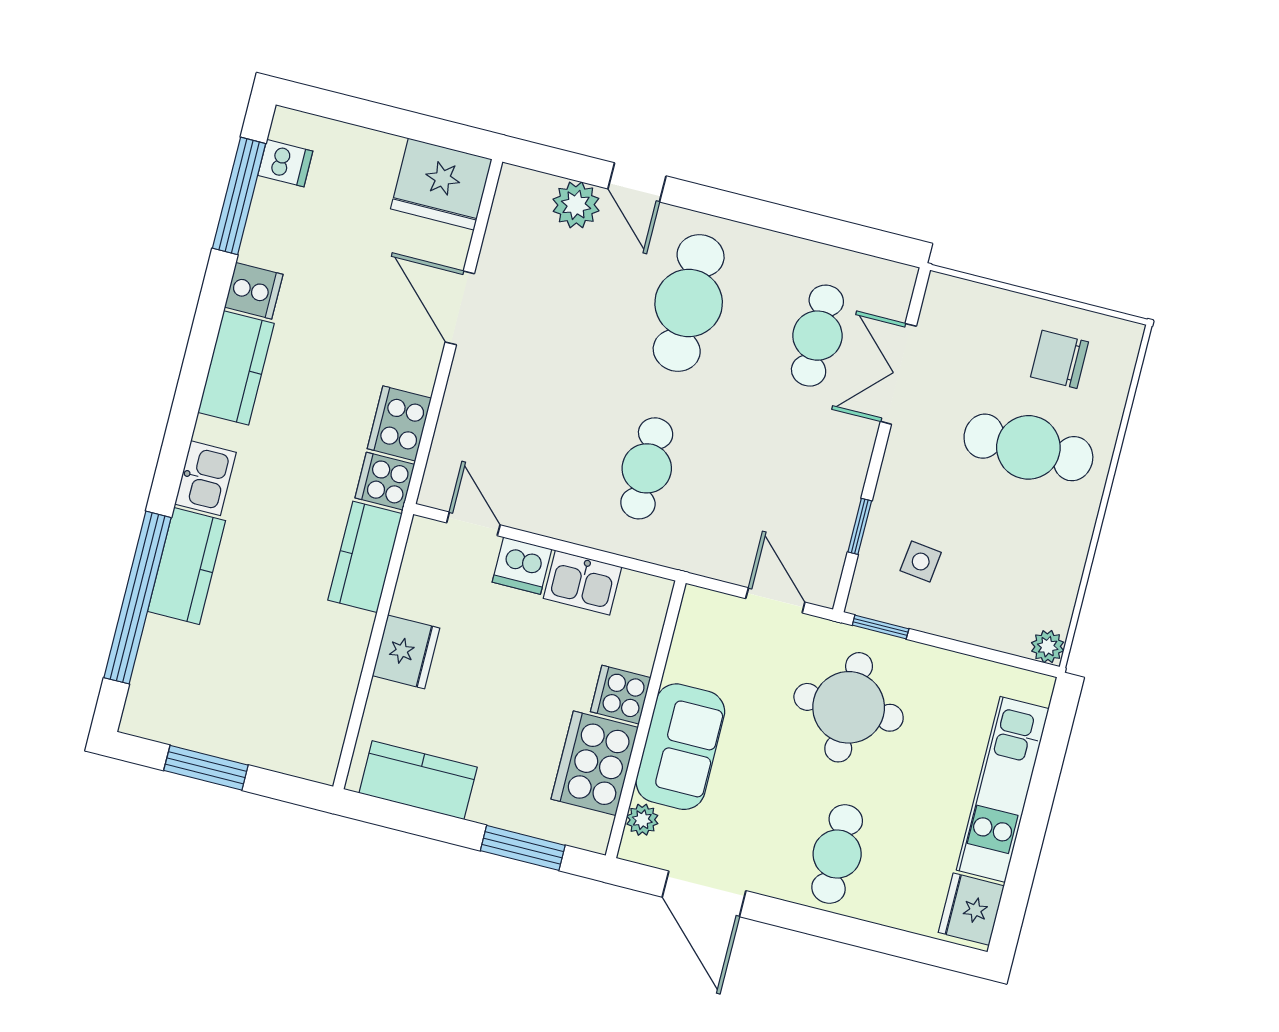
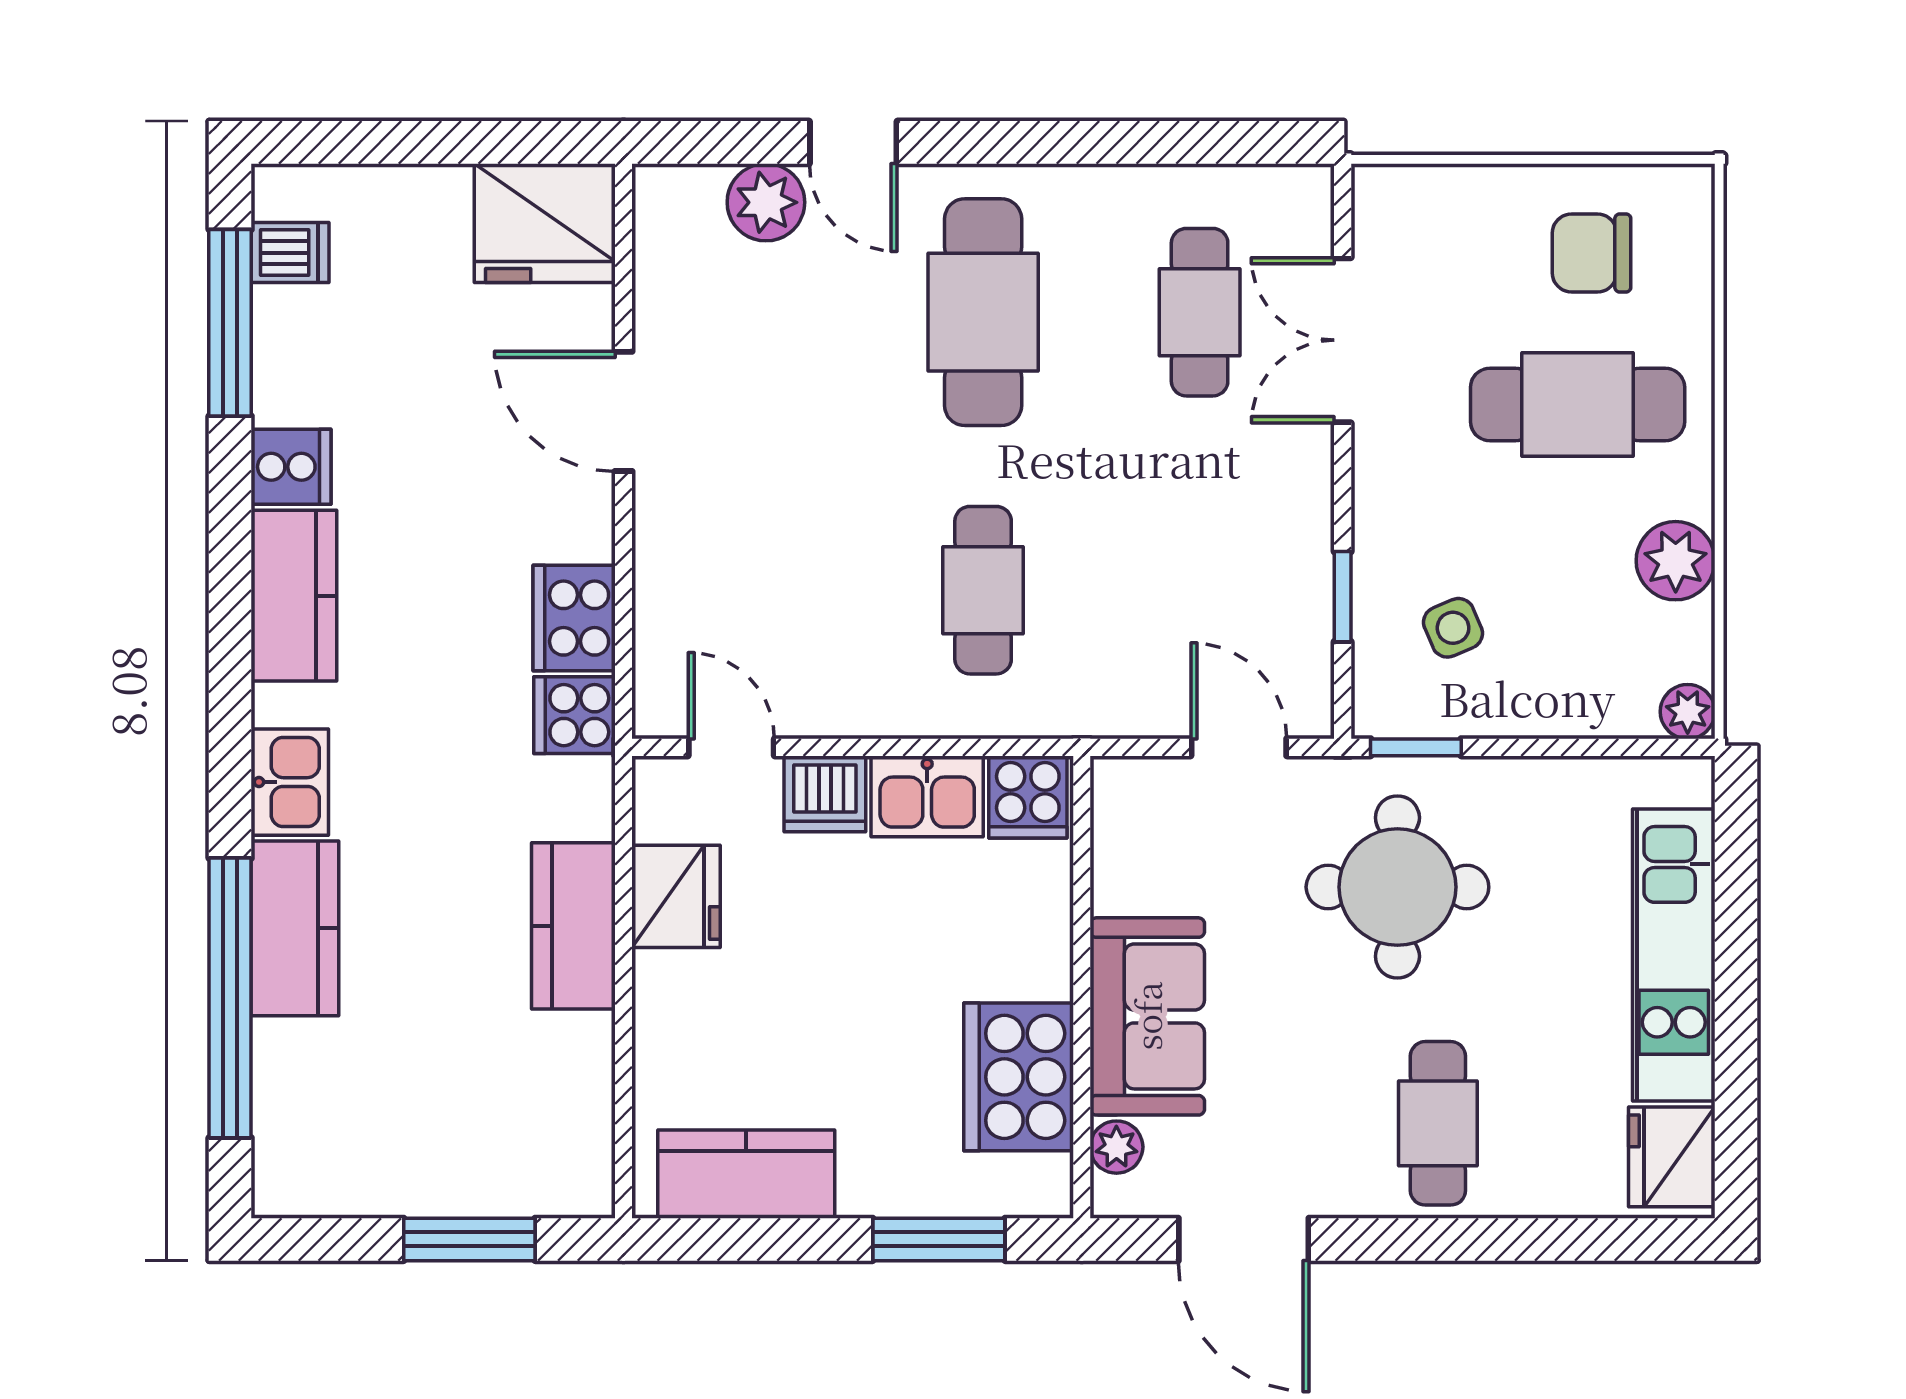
plant: (1063, 555) -> (1676, 561), added
kitchen counter: (365, 557) -> (573, 926), moved
side table: (921, 561) -> (1453, 628), turned -30
fridge: (406, 652) -> (676, 896), moved
cooker: (621, 695) -> (1028, 797), moved, turned -90
window: (206, 768) -> (469, 1239), moved

